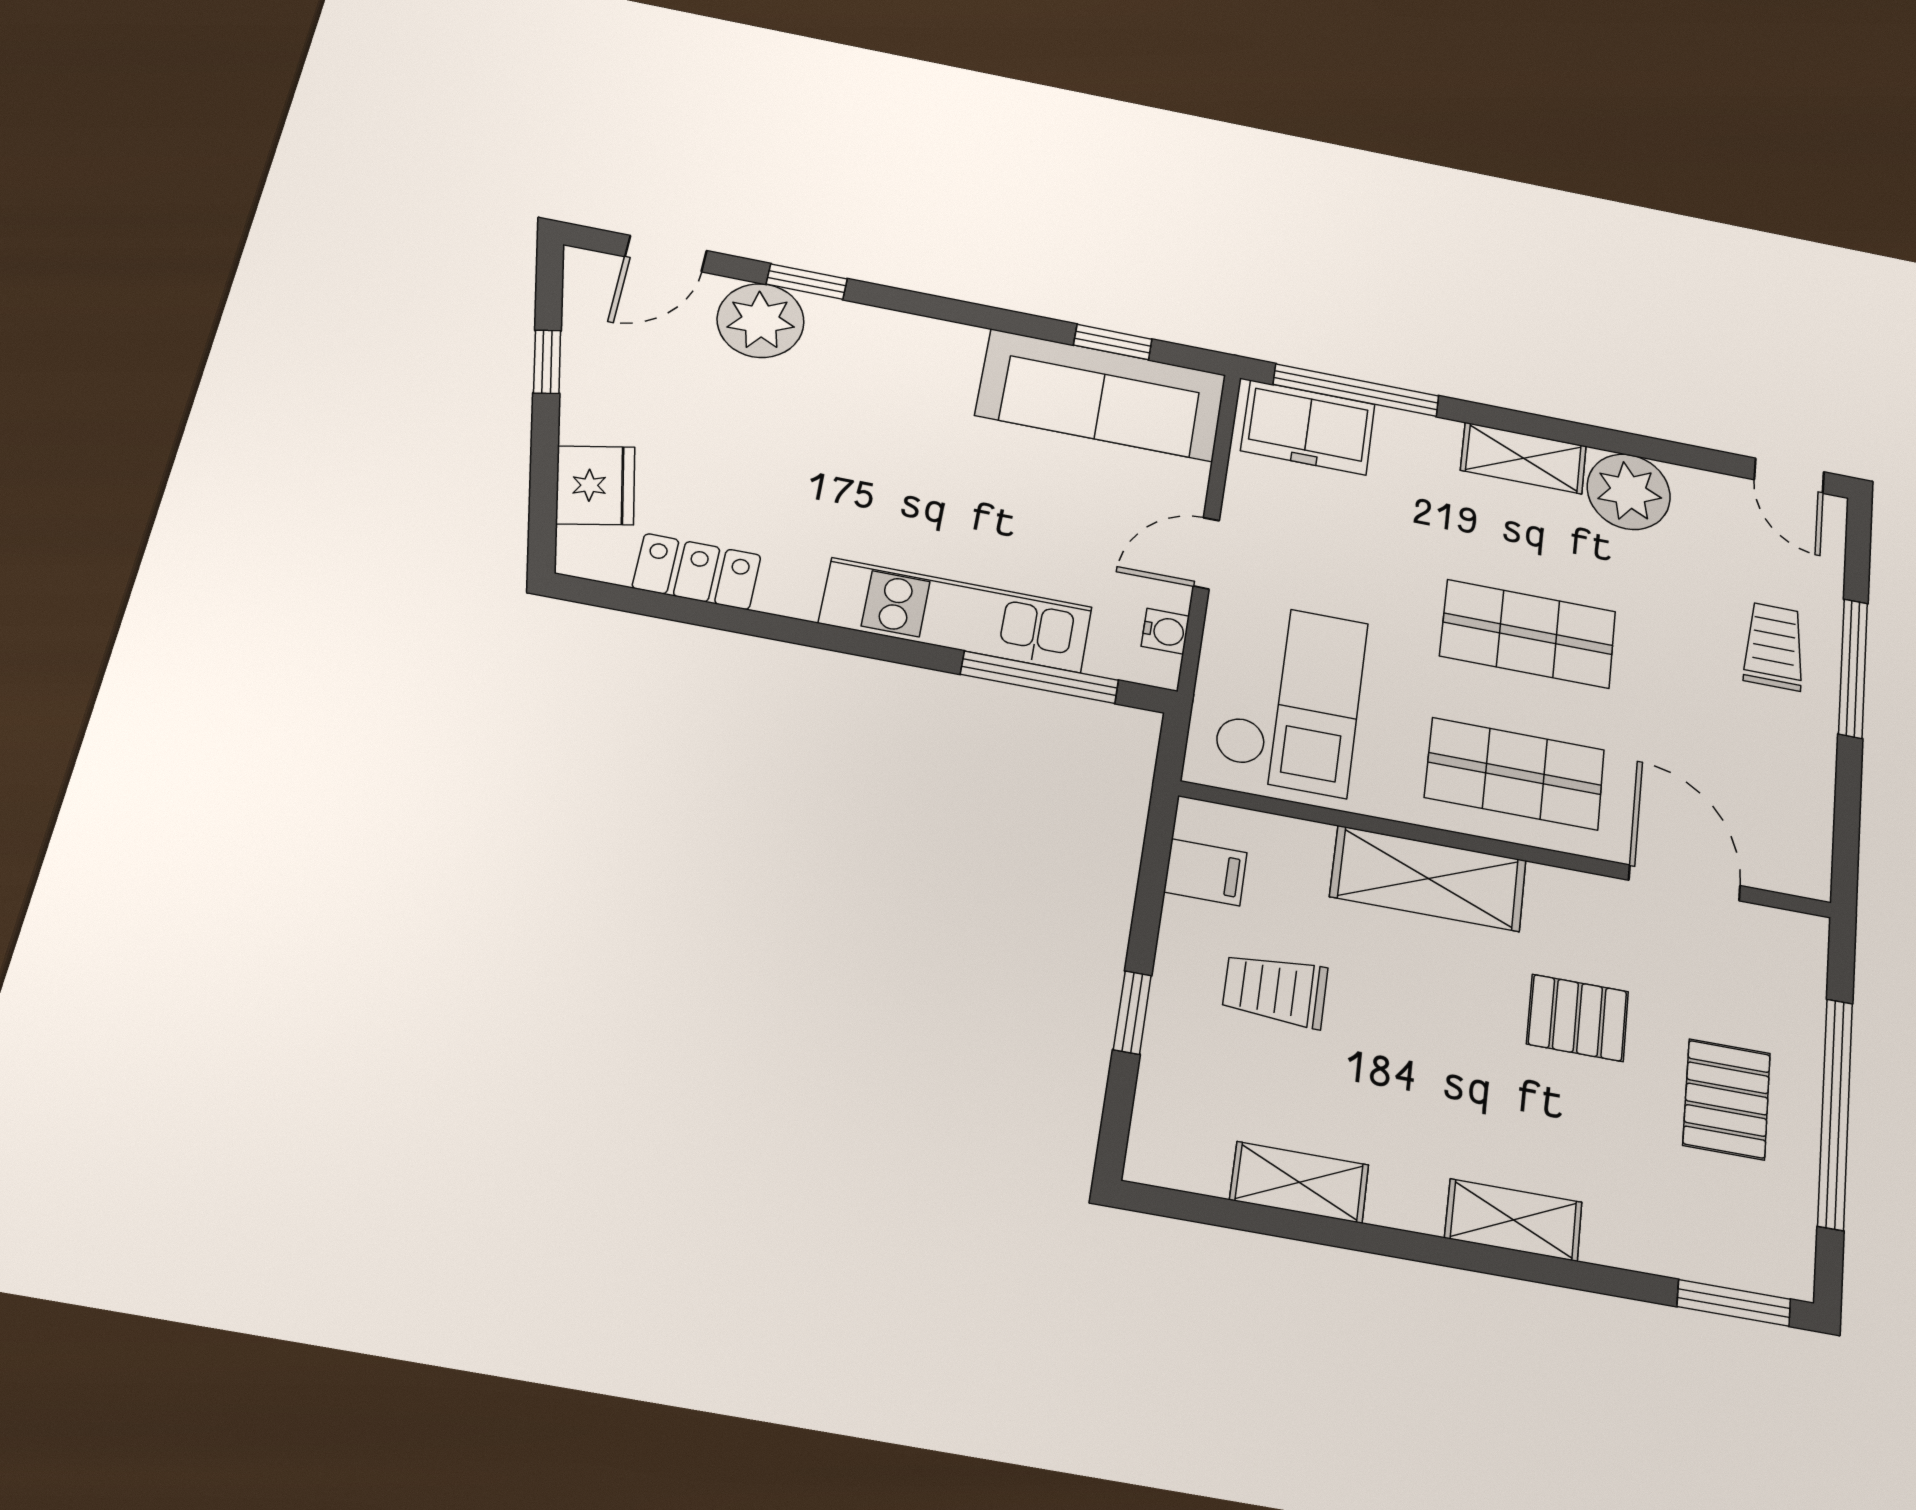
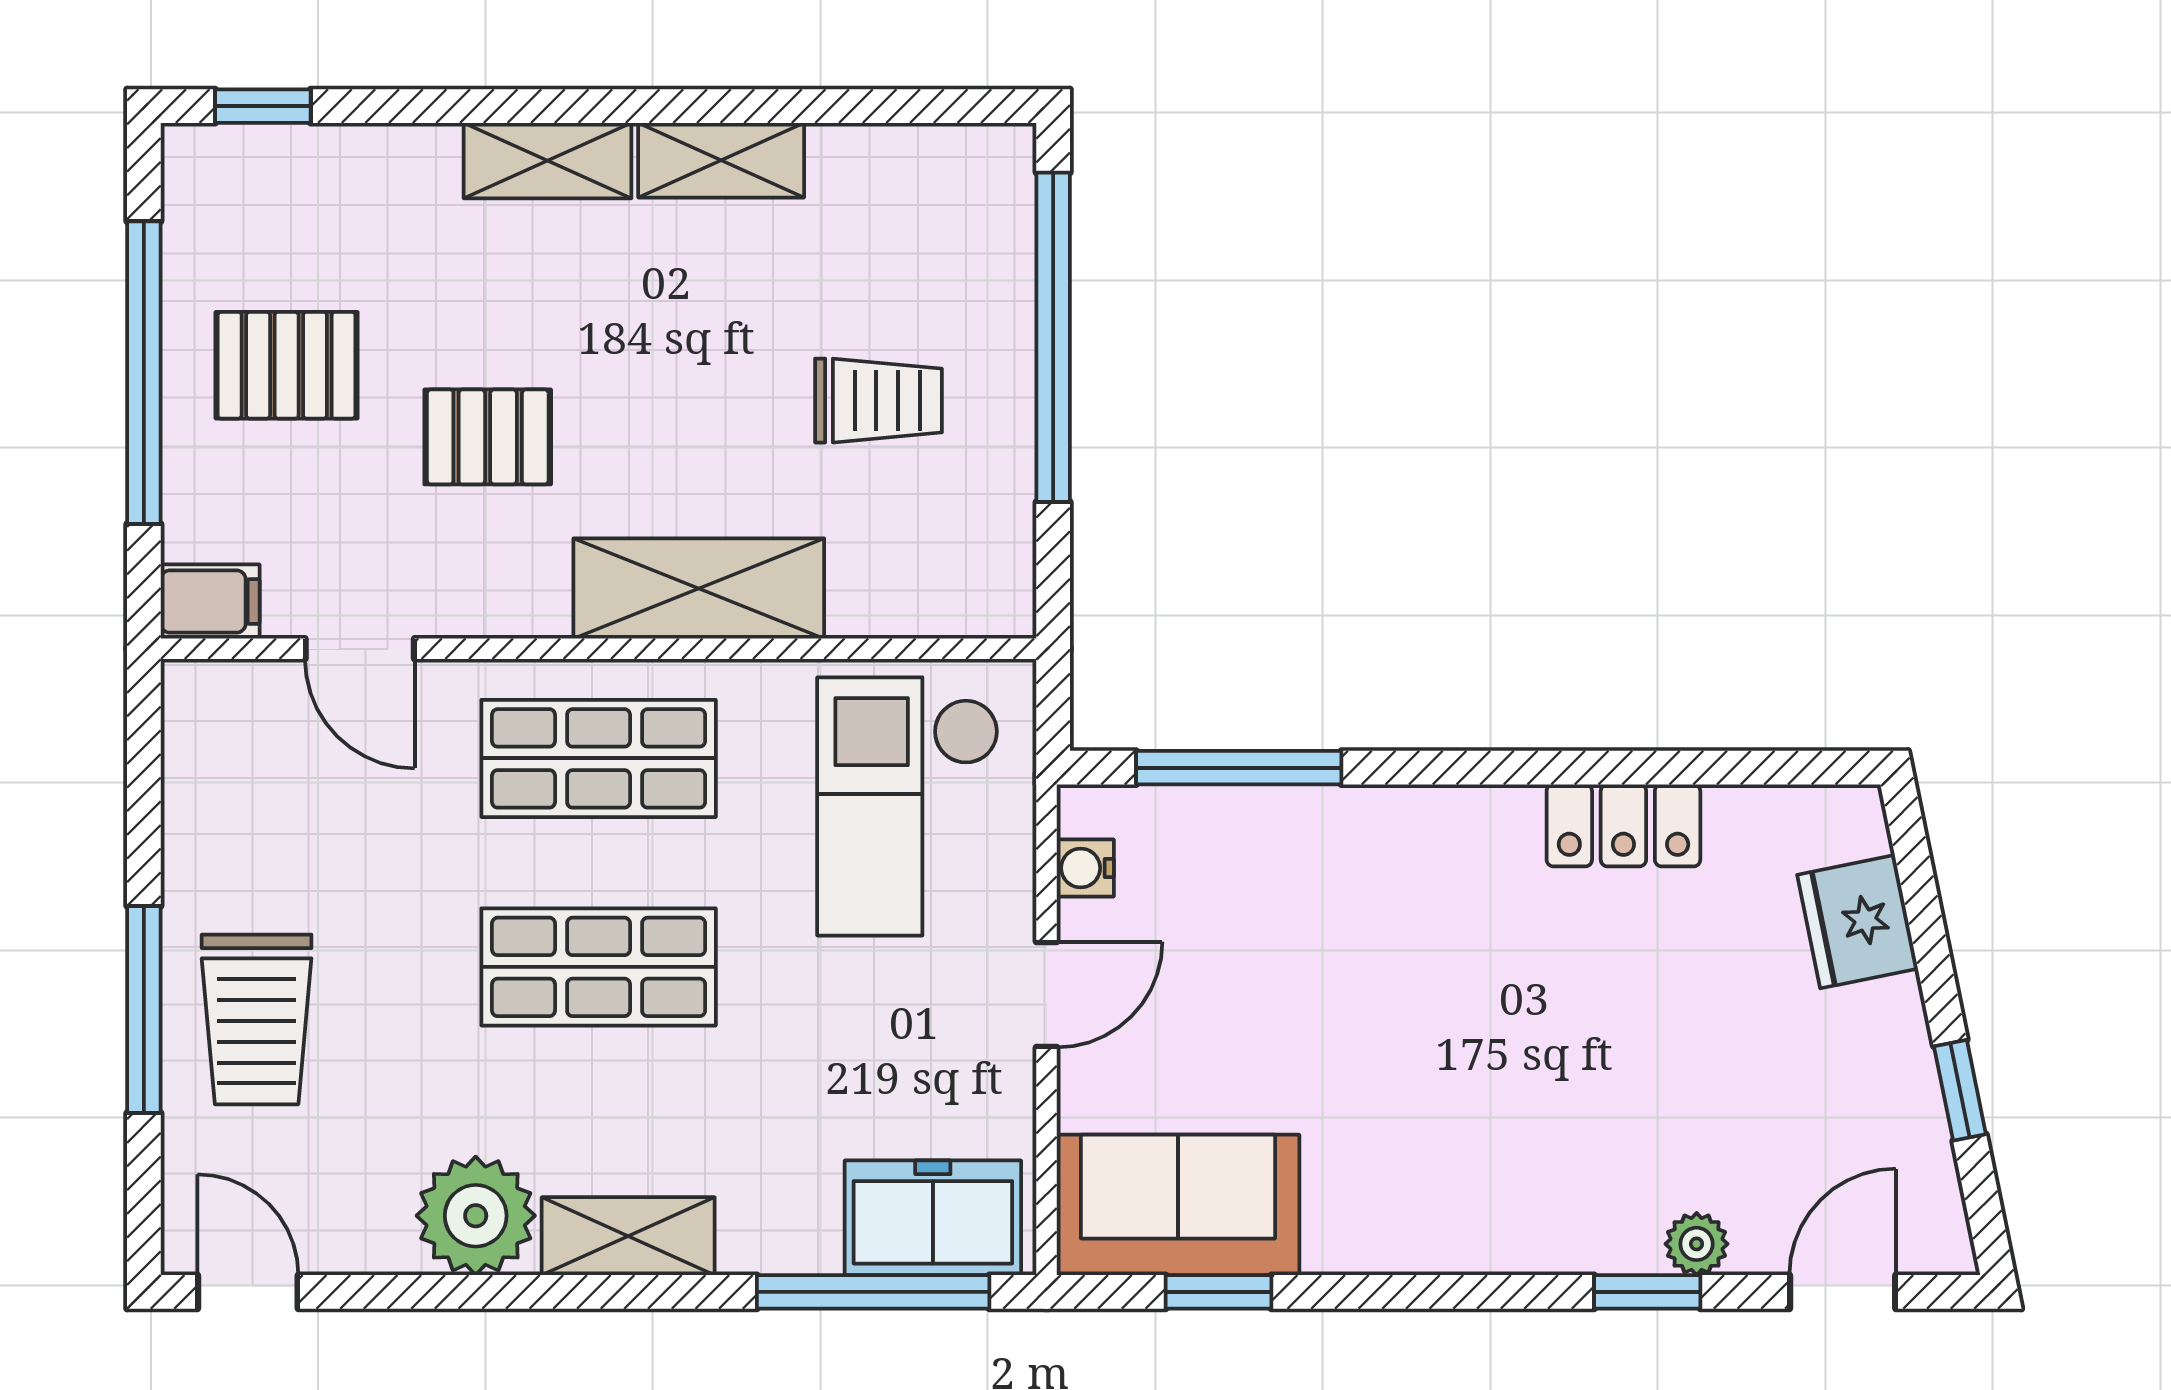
plant: (761, 321) -> (1697, 1244), width x0.53, depth x0.53
sofa: (1101, 395) -> (1178, 1205), width x0.73
locker: (697, 572) -> (1623, 825), moved
kitchen unit: (956, 615) -> (1361, 833), removed
trolley: (1774, 646) -> (257, 1019), width x1.36, depth x1.39
filing cabinet: (1205, 872) -> (210, 602), moved, turned 180
door: (1685, 883) -> (360, 649), width x0.73
window: (1132, 1012) -> (1053, 337), width x3.17
pallet: (1727, 1099) -> (287, 365), turned 90
shelving: (1299, 1182) -> (721, 160), moved
window: (1734, 1303) -> (263, 106), width x0.67

